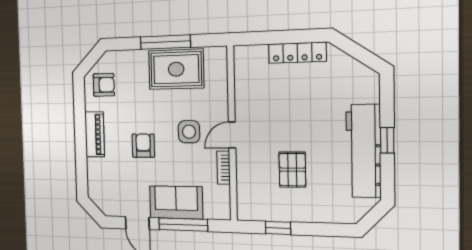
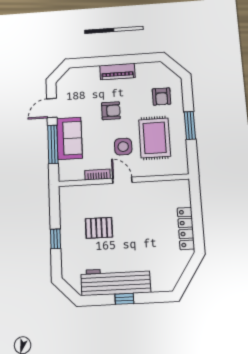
window: (165, 42) -> (190, 125), width x0.69
rug: (176, 69) -> (155, 138), moved
armchair: (104, 85) -> (161, 97), moved
window: (278, 228) -> (55, 239), moved

